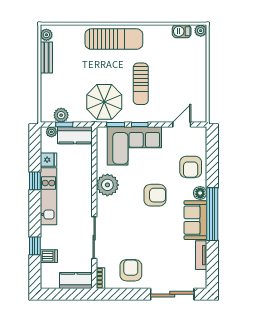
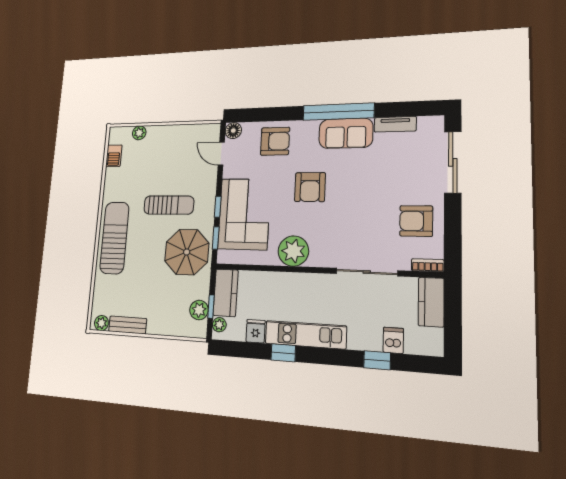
plant: (201, 31) -> (139, 133), moved
floor lamp: (200, 193) -> (233, 131), moved
armchair: (155, 195) -> (310, 187), turned 180

